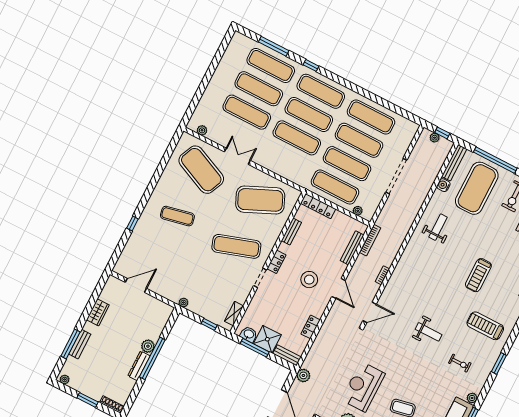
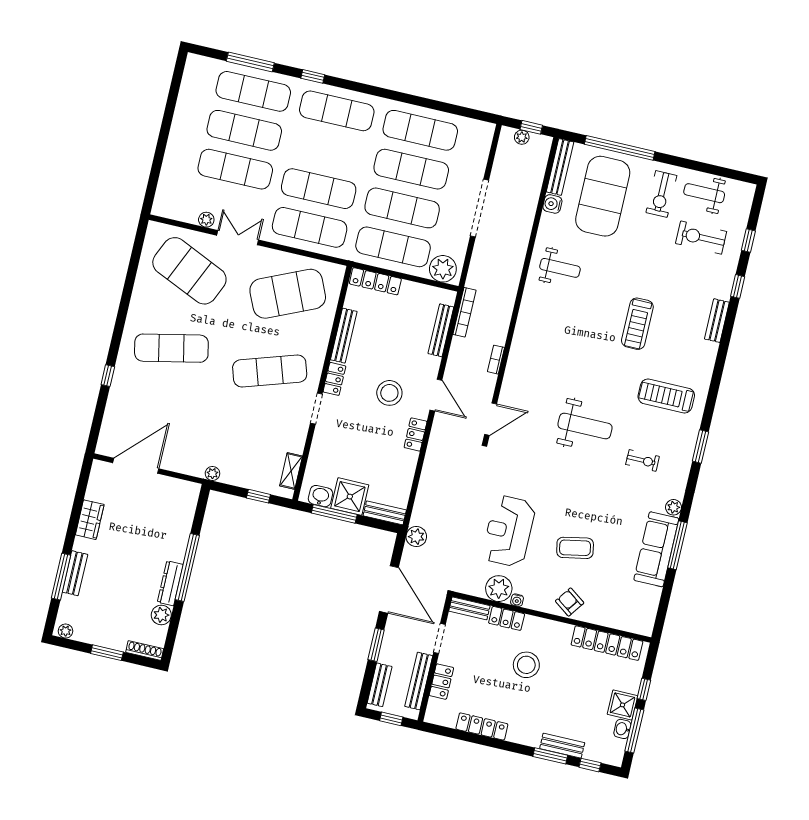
exercise mat: (309, 115) -> (310, 227), moved
plant: (202, 130) -> (206, 220), moved
plant: (358, 211) -> (443, 269), width x1.87, depth x1.87
exercise mat: (177, 216) -> (171, 348), width x1.36, depth x1.45
weight bench: (438, 227) -> (560, 268), turned 90
bench: (291, 232) -> (344, 336), width x1.36
door: (136, 285) -> (136, 466), width x1.36
locker: (311, 327) -> (416, 434), moved
weight bench: (429, 332) -> (585, 426), width x1.36, depth x1.33
plant: (148, 346) -> (161, 615), moved

